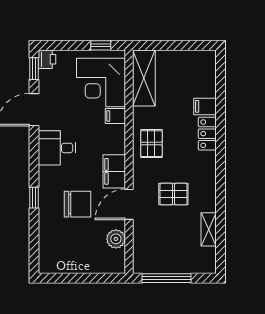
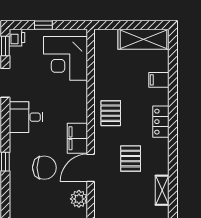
window: (101, 45) -> (43, 25), moved
shelving: (144, 78) -> (143, 39), moved, turned 90
filing cabinet: (115, 116) -> (78, 88), removed
locker: (207, 134) -> (161, 122), moved
pallet: (173, 194) -> (131, 159), turned 90

